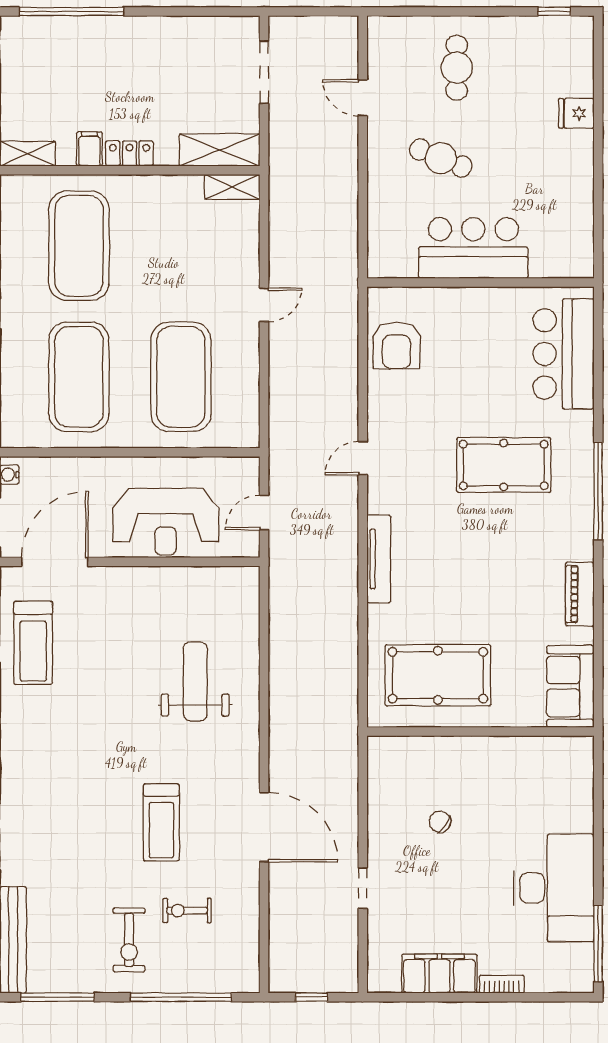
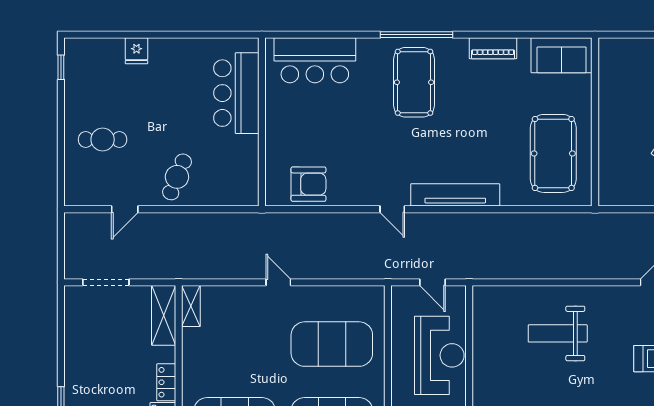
cafe table: (441, 158) -> (177, 177), moved
bar counter: (473, 248) -> (236, 93), moved
pool table: (504, 465) -> (414, 82), moved
tv unit: (379, 559) -> (455, 195), width x1.36, depth x1.29

